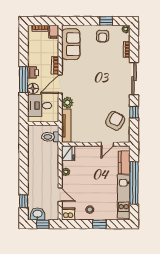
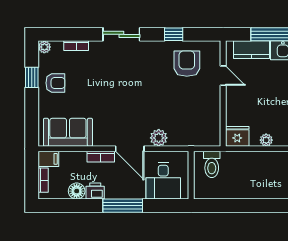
printer: (33, 73) -> (95, 191), moved
sliding door: (134, 79) -> (121, 34), width x0.73
floor lamp: (33, 88) -> (77, 191), moved
armchair: (115, 121) -> (187, 64), turned 61
tv unit: (66, 126) -> (195, 139), removed

